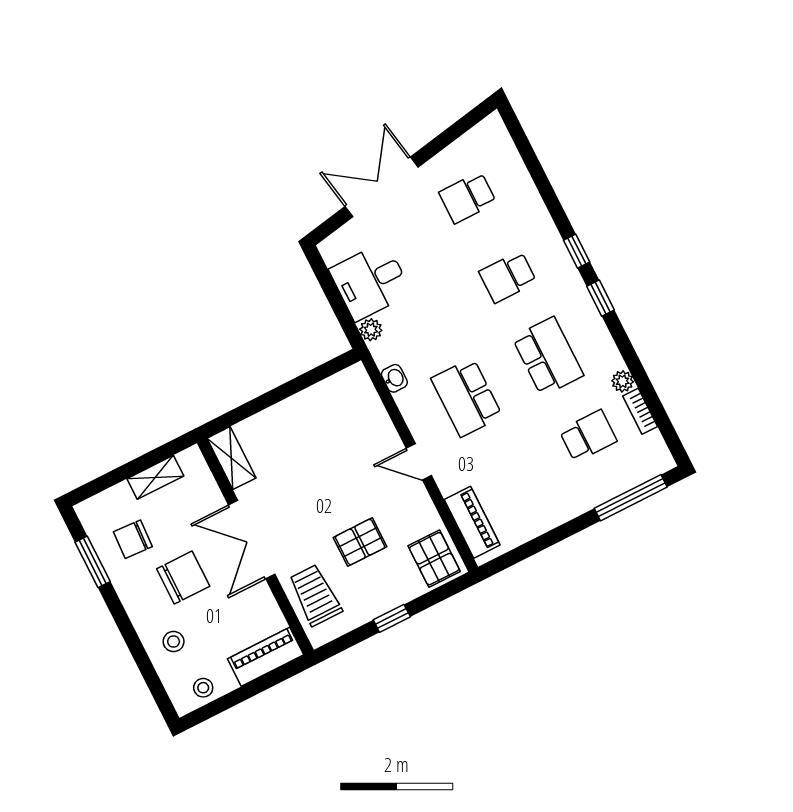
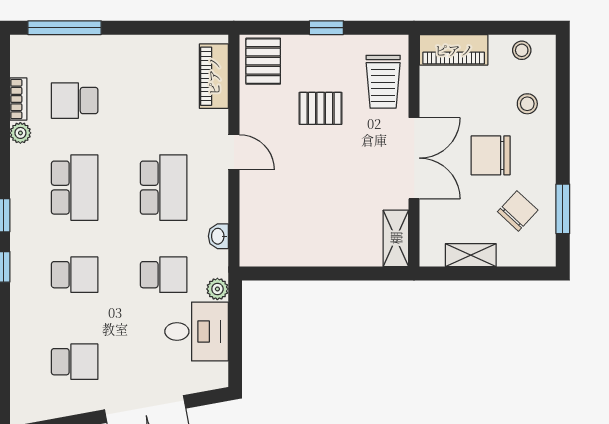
school desk: (427, 318) -> (164, 275), added
school desk: (548, 356) -> (75, 188), turned 180
chair: (133, 539) -> (518, 211), turned -50

